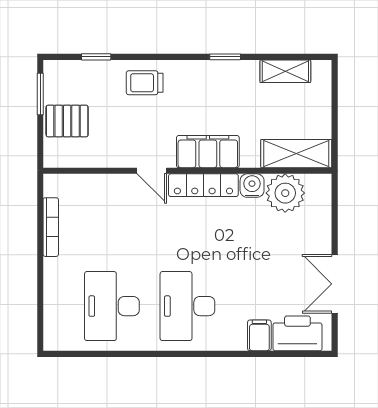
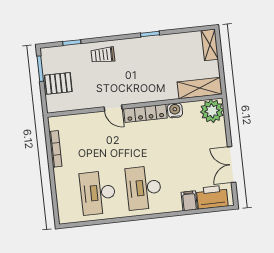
shelving: (285, 71) -> (210, 45), moved, turned 90
filing cabinet: (208, 152) -> (146, 93), removed
plant: (285, 193) -> (212, 111), moved

